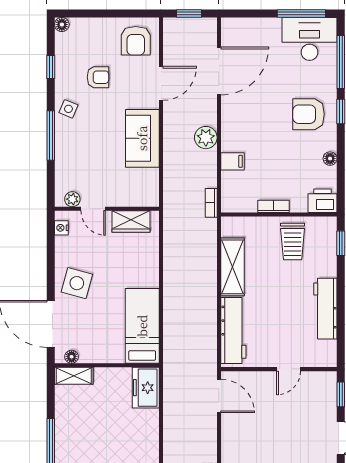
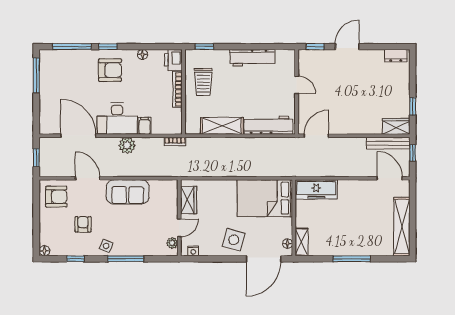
desk: (309, 39) -> (117, 119), moved, turned -90
armchair: (309, 114) -> (110, 70), turned -90
bookcase: (273, 206) -> (177, 89), width x1.56
trolley: (293, 242) -> (203, 82), turned 90
bed: (142, 326) -> (265, 198), width x1.50
freezer: (146, 388) -> (316, 189), width x1.40

